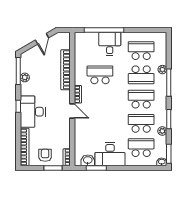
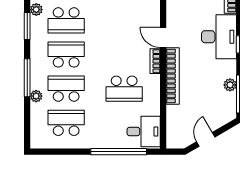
desk: (110, 44) -> (144, 132), moved, turned -90
school desk: (141, 51) -> (66, 123), turned 180
bookcase: (66, 70) -> (173, 76), moved
school desk: (141, 99) -> (66, 54), turned 180

